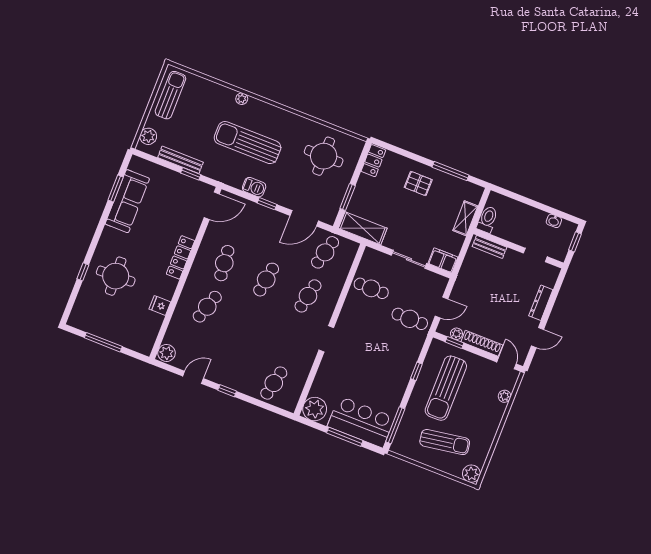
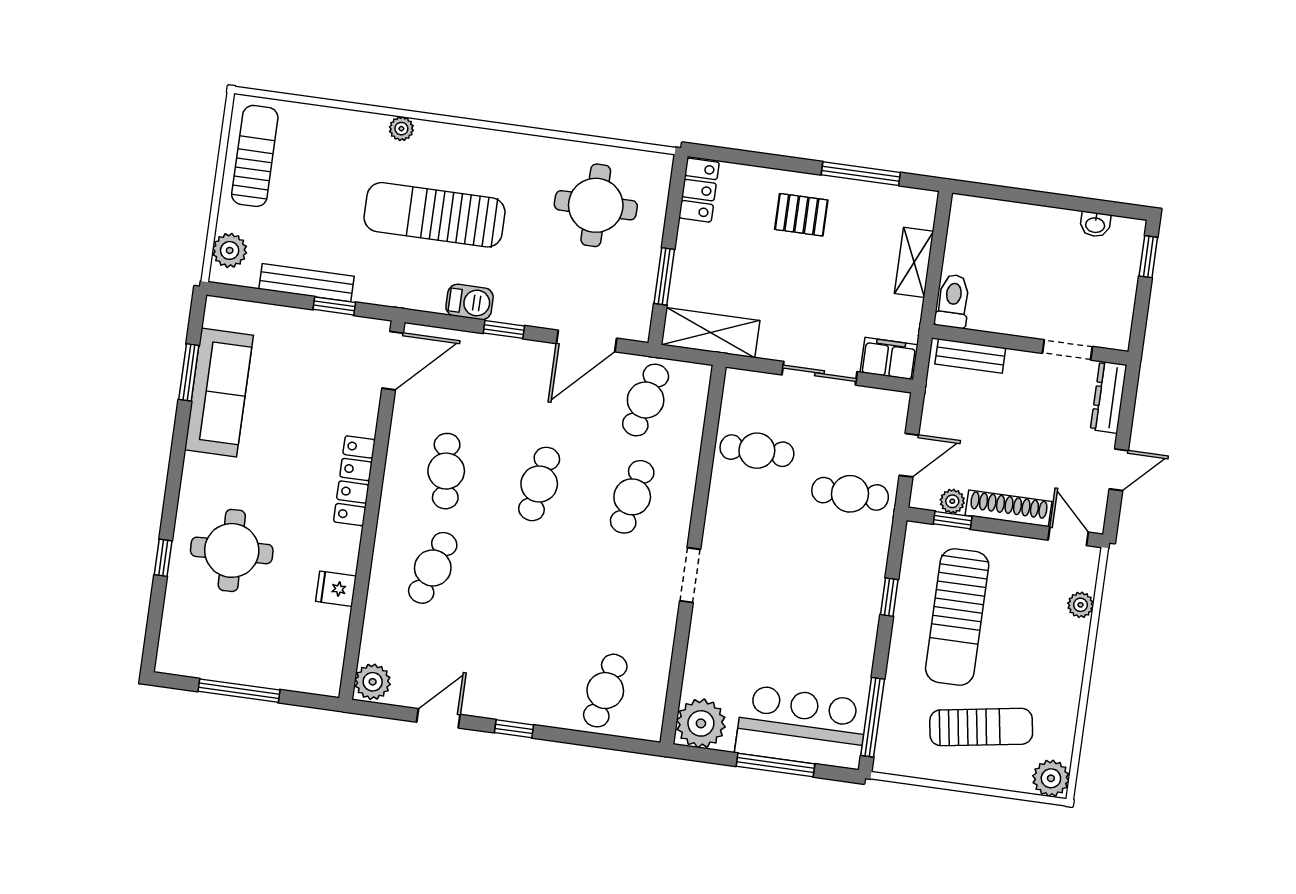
toilet: (487, 219) -> (953, 301), moved
bench: (489, 247) -> (970, 356), moved
wall: (519, 248) -> (1030, 345), moved
doorway: (535, 255) -> (1067, 350), moved

